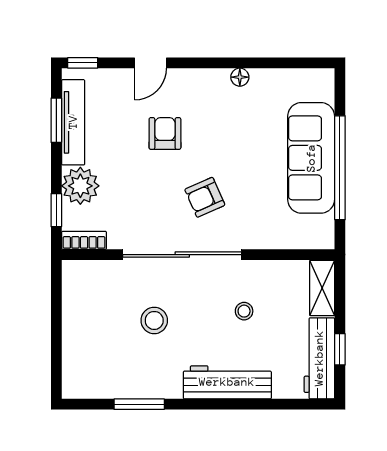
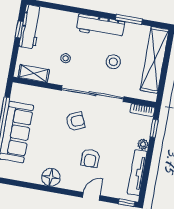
floor lamp: (240, 77) -> (51, 177), width x1.89, depth x1.89
window: (56, 120) -> (146, 175), removed
plant: (80, 186) -> (143, 144), width x0.53, depth x0.53
shelving: (322, 288) -> (34, 74), moved, turned 90
shelving: (78, 338) -> (154, 60), added
workbench: (227, 382) -> (100, 26), moved

